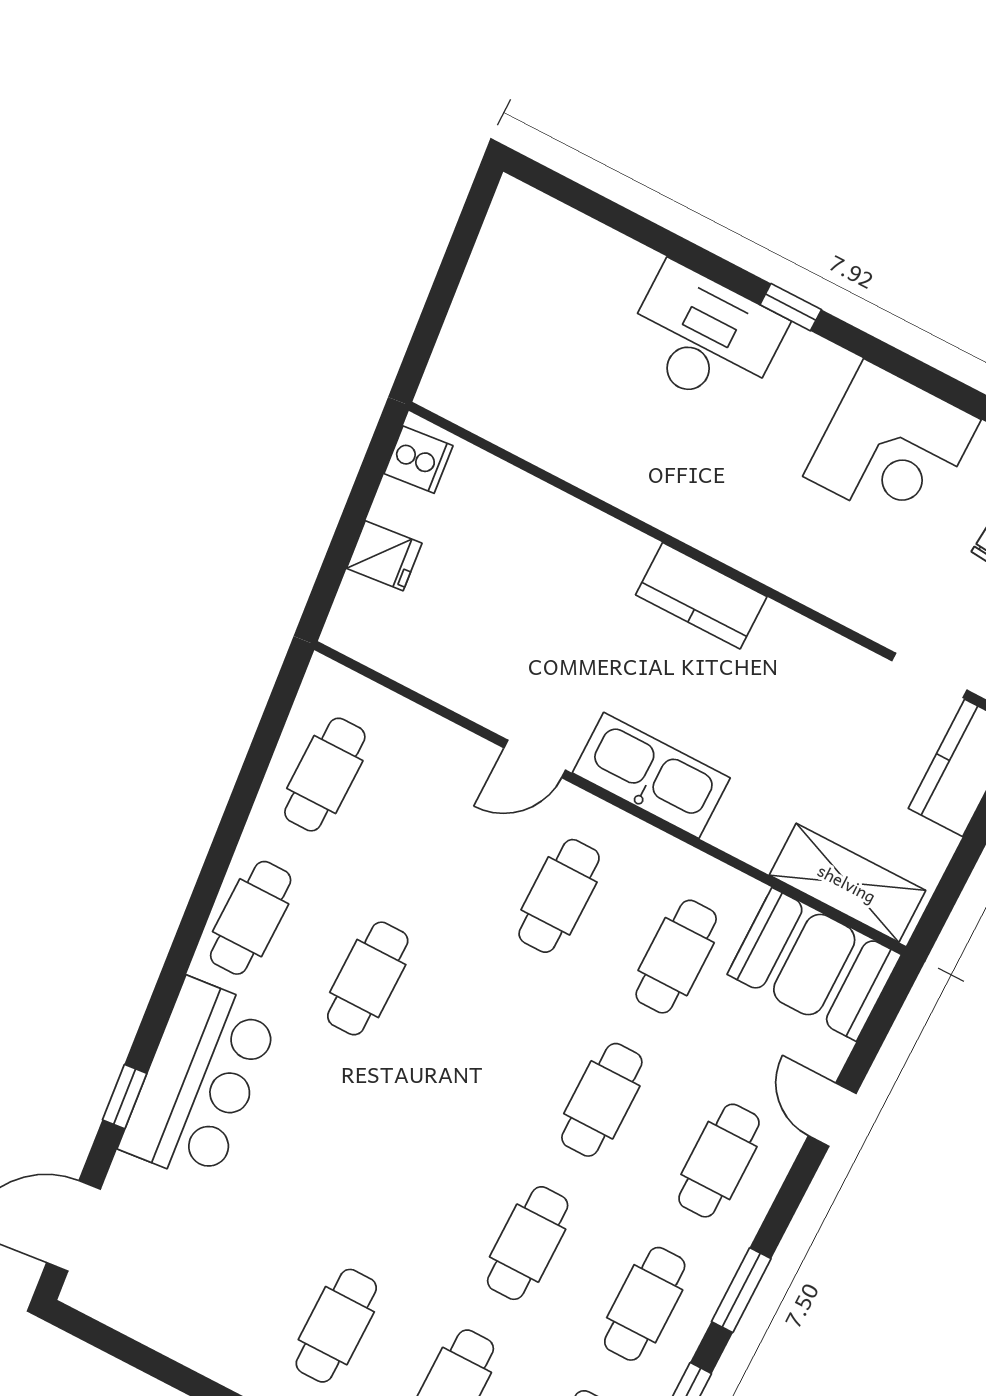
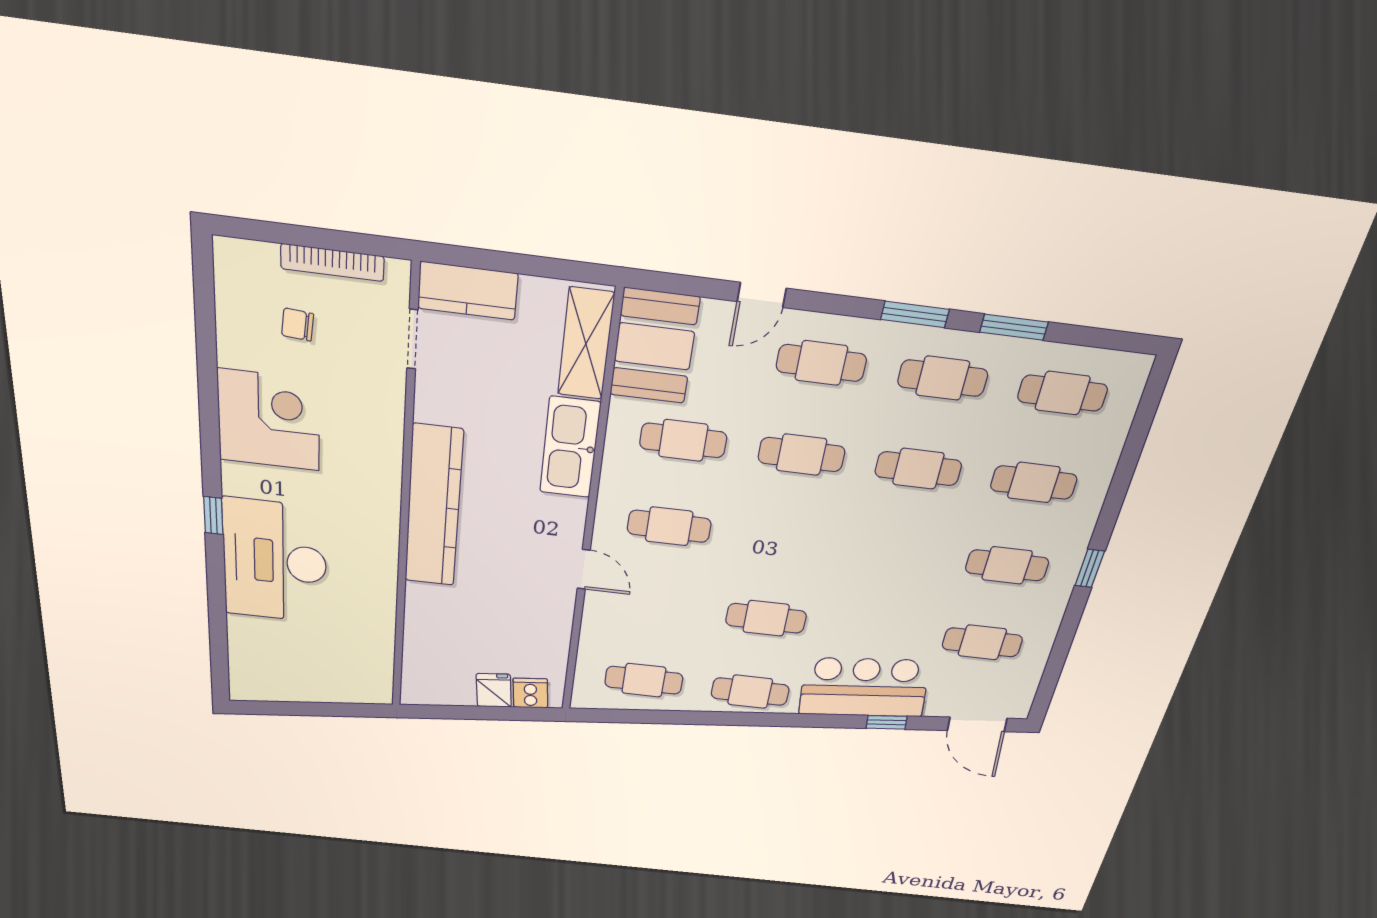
desk: (704, 338) -> (275, 561), width x1.36, depth x1.30
cooker: (418, 460) -> (530, 693), moved
kitchen counter: (701, 596) -> (434, 507), width x2.08, depth x1.17
kitchen sink: (651, 775) -> (570, 447), moved
cafe table: (219, 1265) -> (982, 642), added

